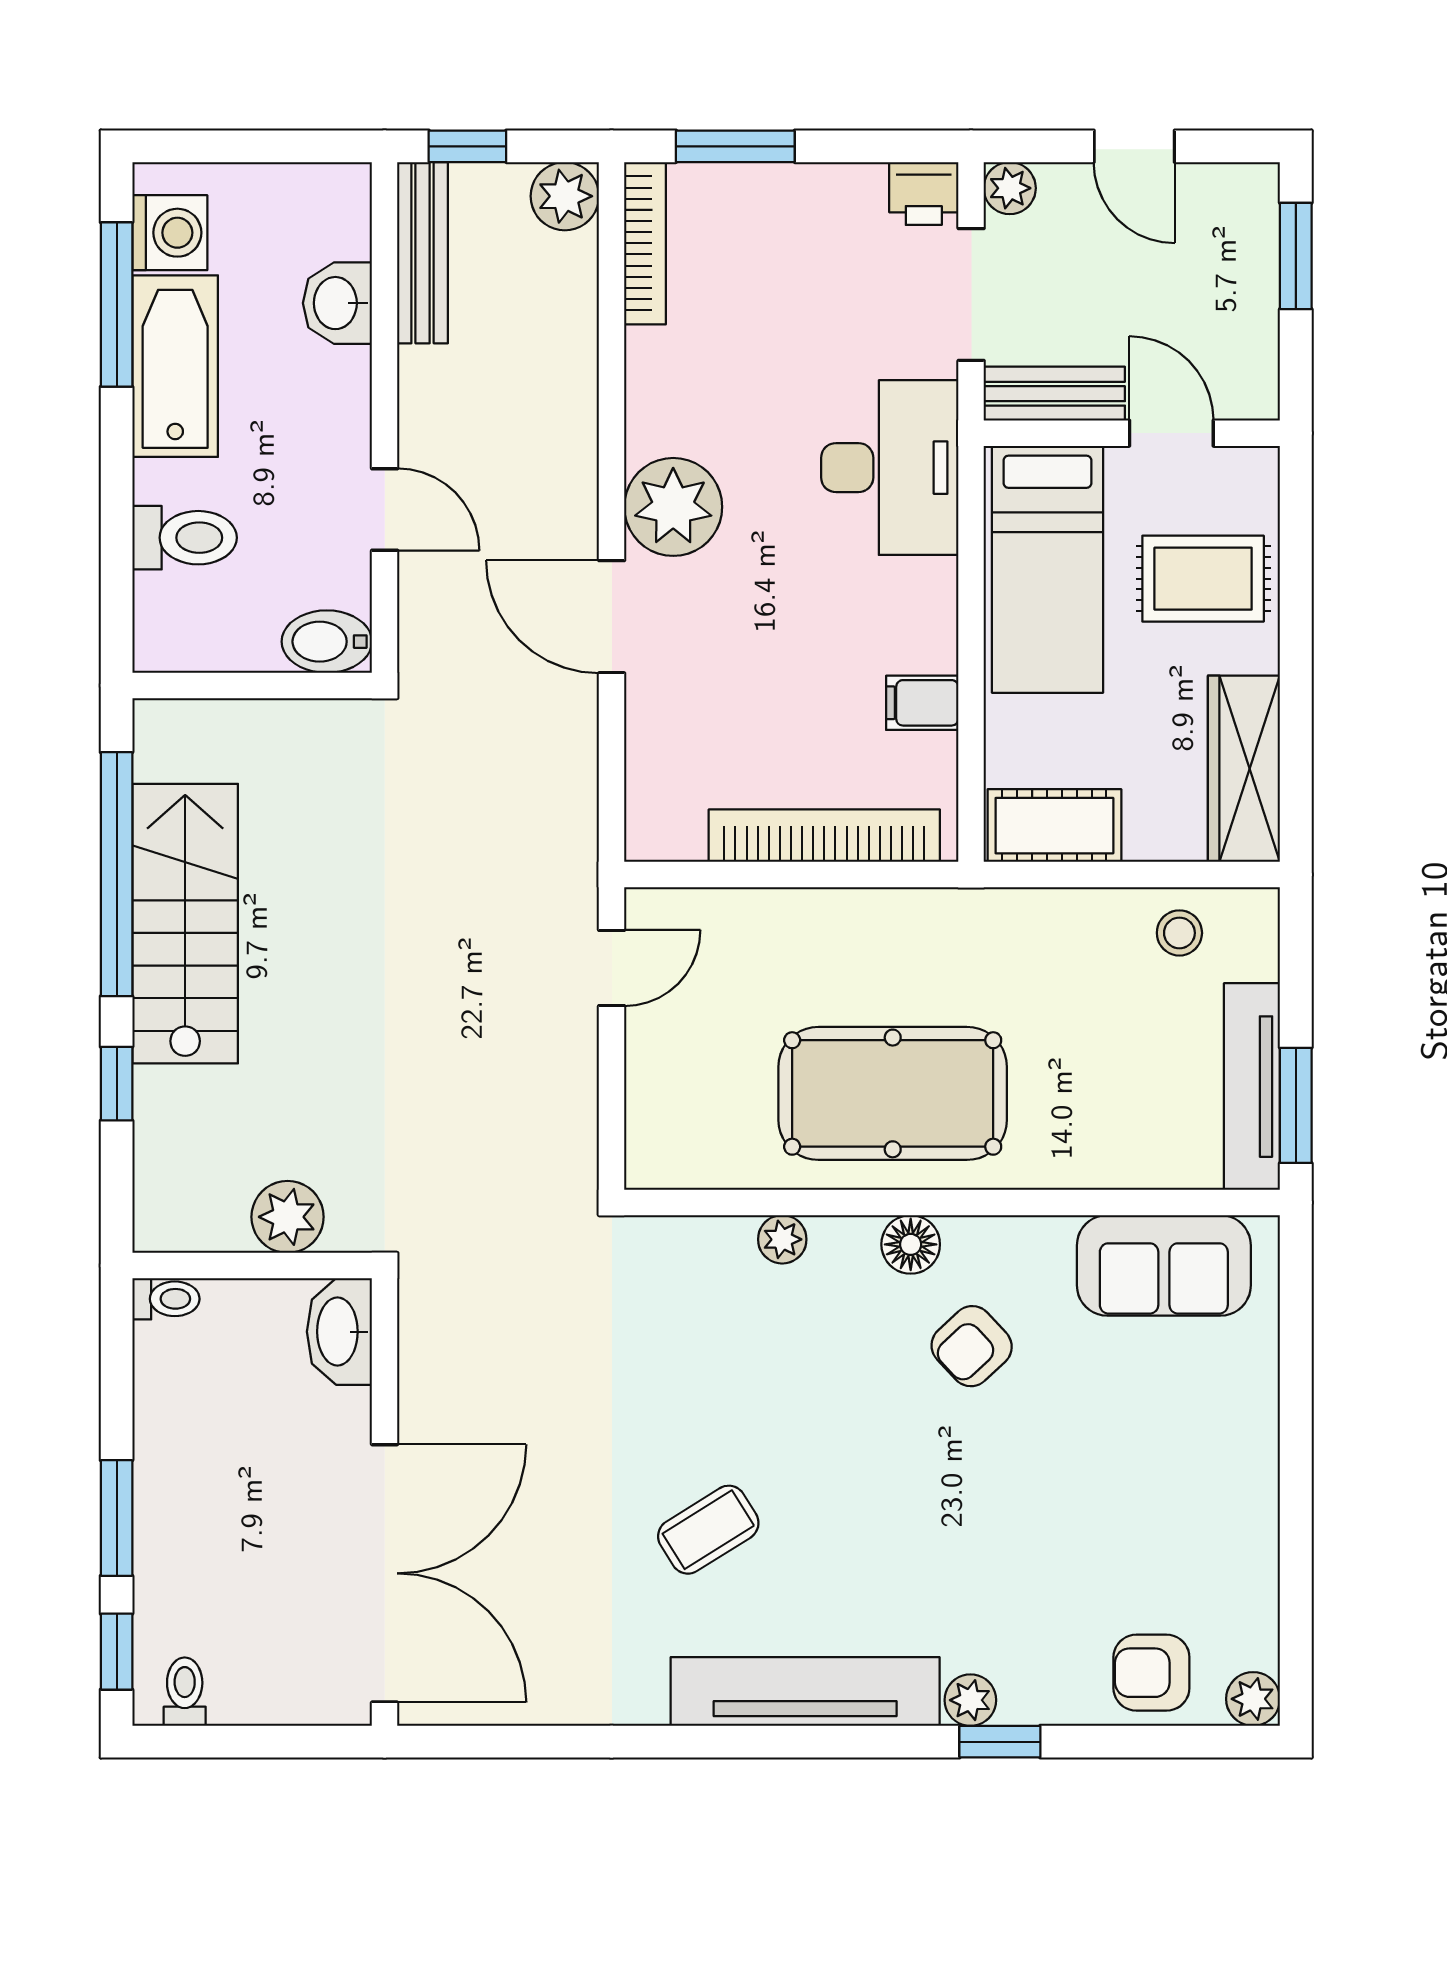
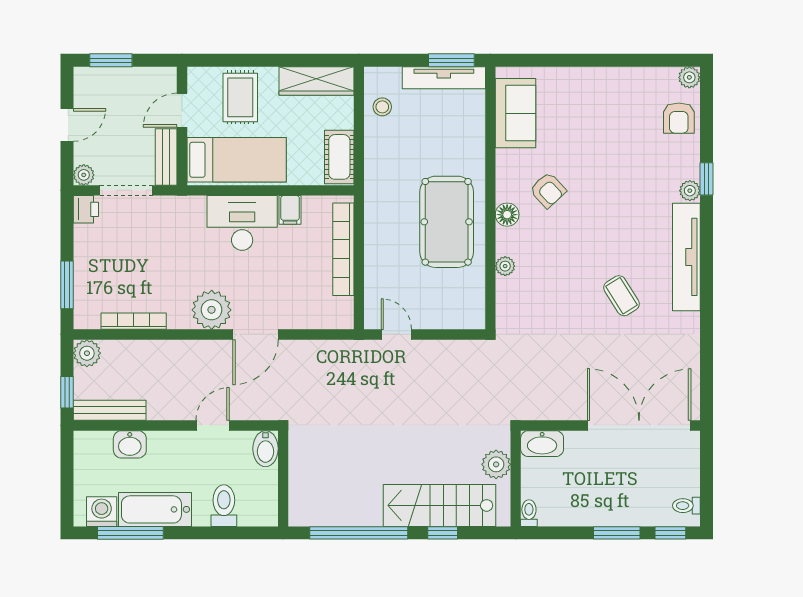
bookcase: (645, 243) -> (134, 321), moved
desk: (890, 468) -> (242, 223), moved
stairs: (185, 924) -> (439, 505), moved

